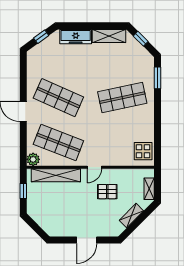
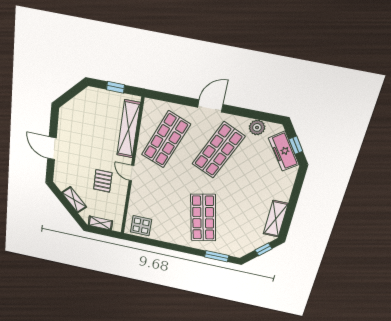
freezer: (76, 37) -> (284, 151), moved, turned -36
plant: (33, 159) -> (257, 127), moved

